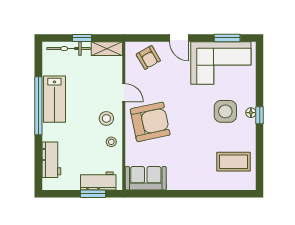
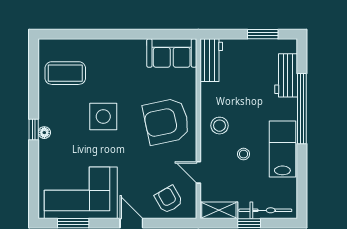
door: (124, 93) -> (198, 172), moved
window: (38, 106) -> (302, 109), moved
side table: (225, 111) -> (103, 116), moved
stool: (111, 142) -> (244, 154), moved
workbench: (98, 181) -> (211, 60), moved, turned -90
window: (93, 194) -> (263, 34), moved

